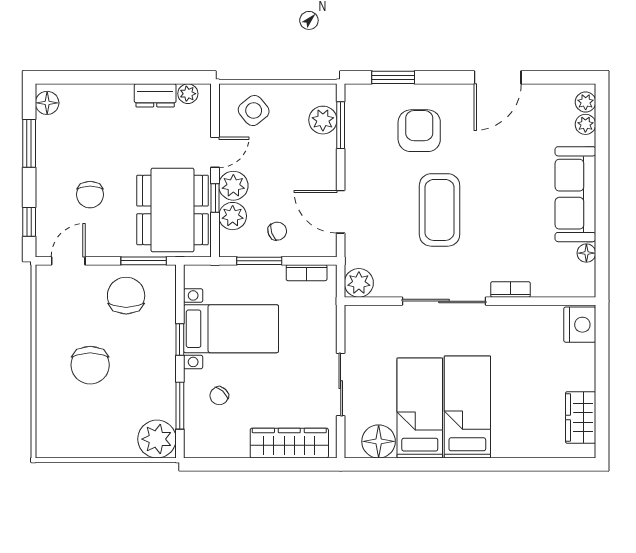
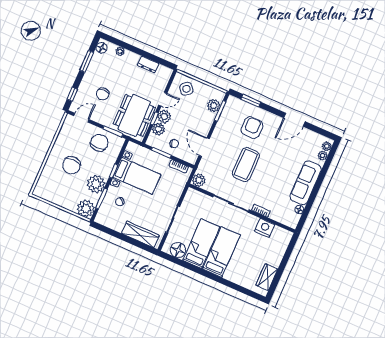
plant: (188, 94) -> (120, 51), moved
nightstand: (580, 325) -> (265, 228), moved, turned -90
plant: (156, 381) -> (96, 184), added

